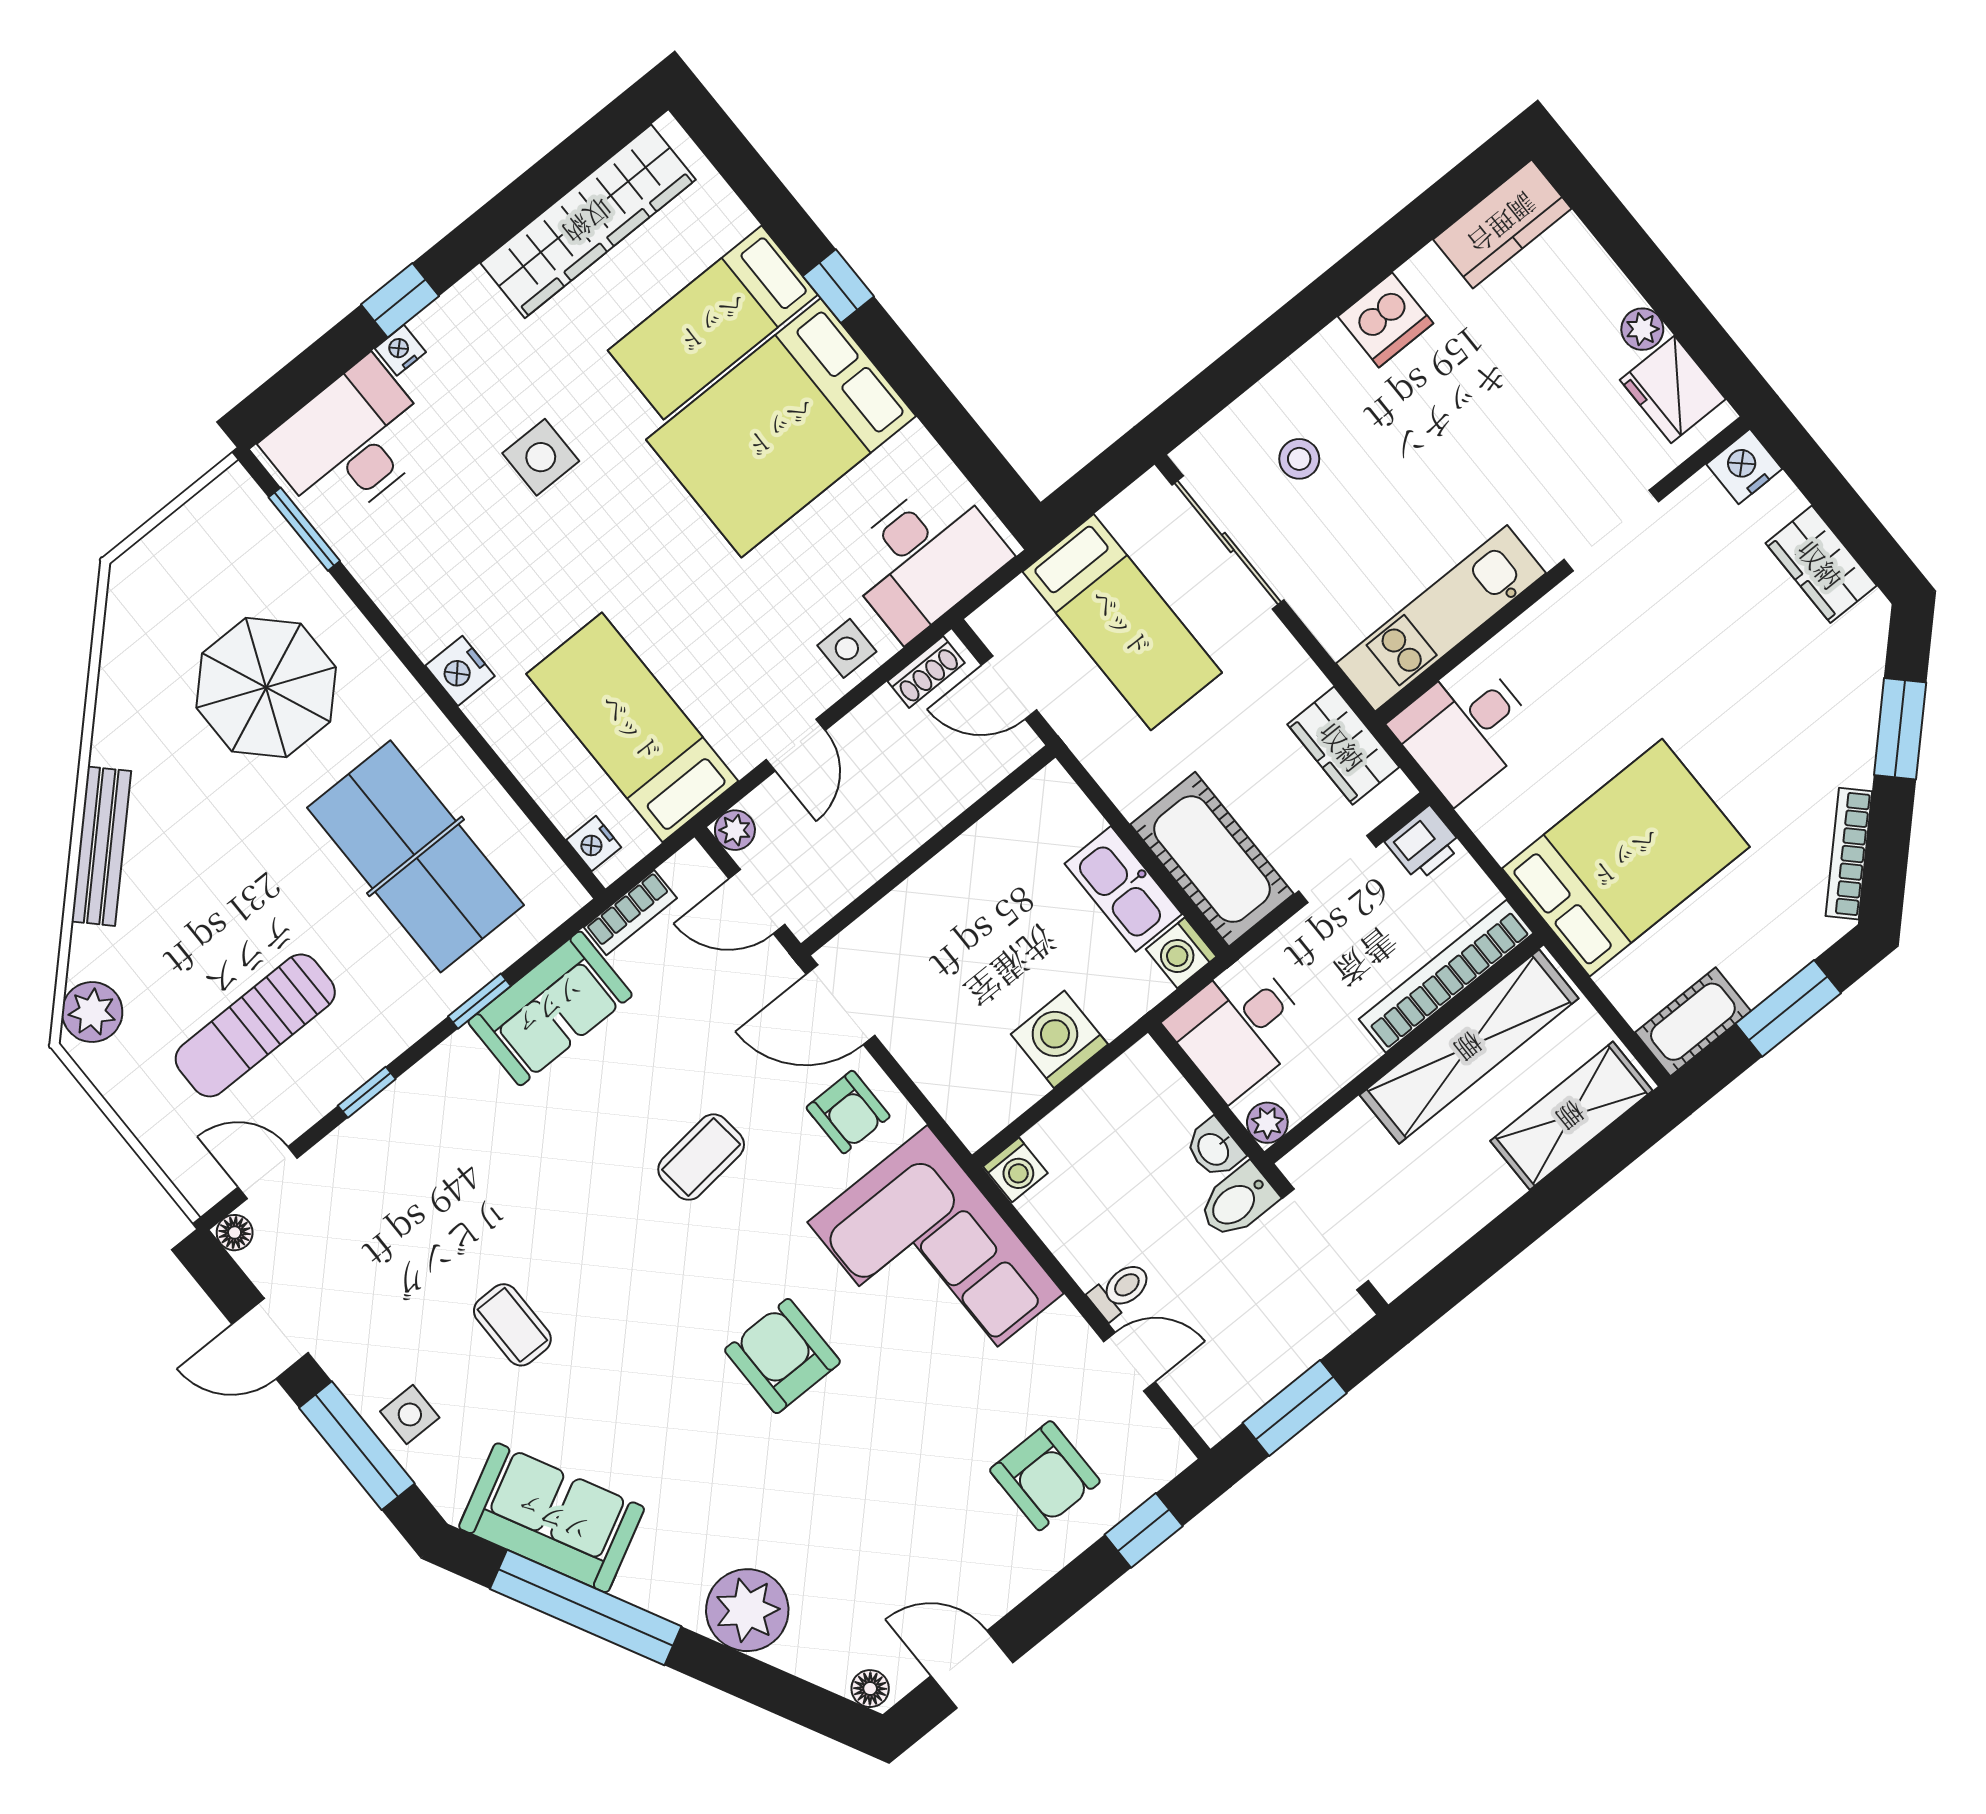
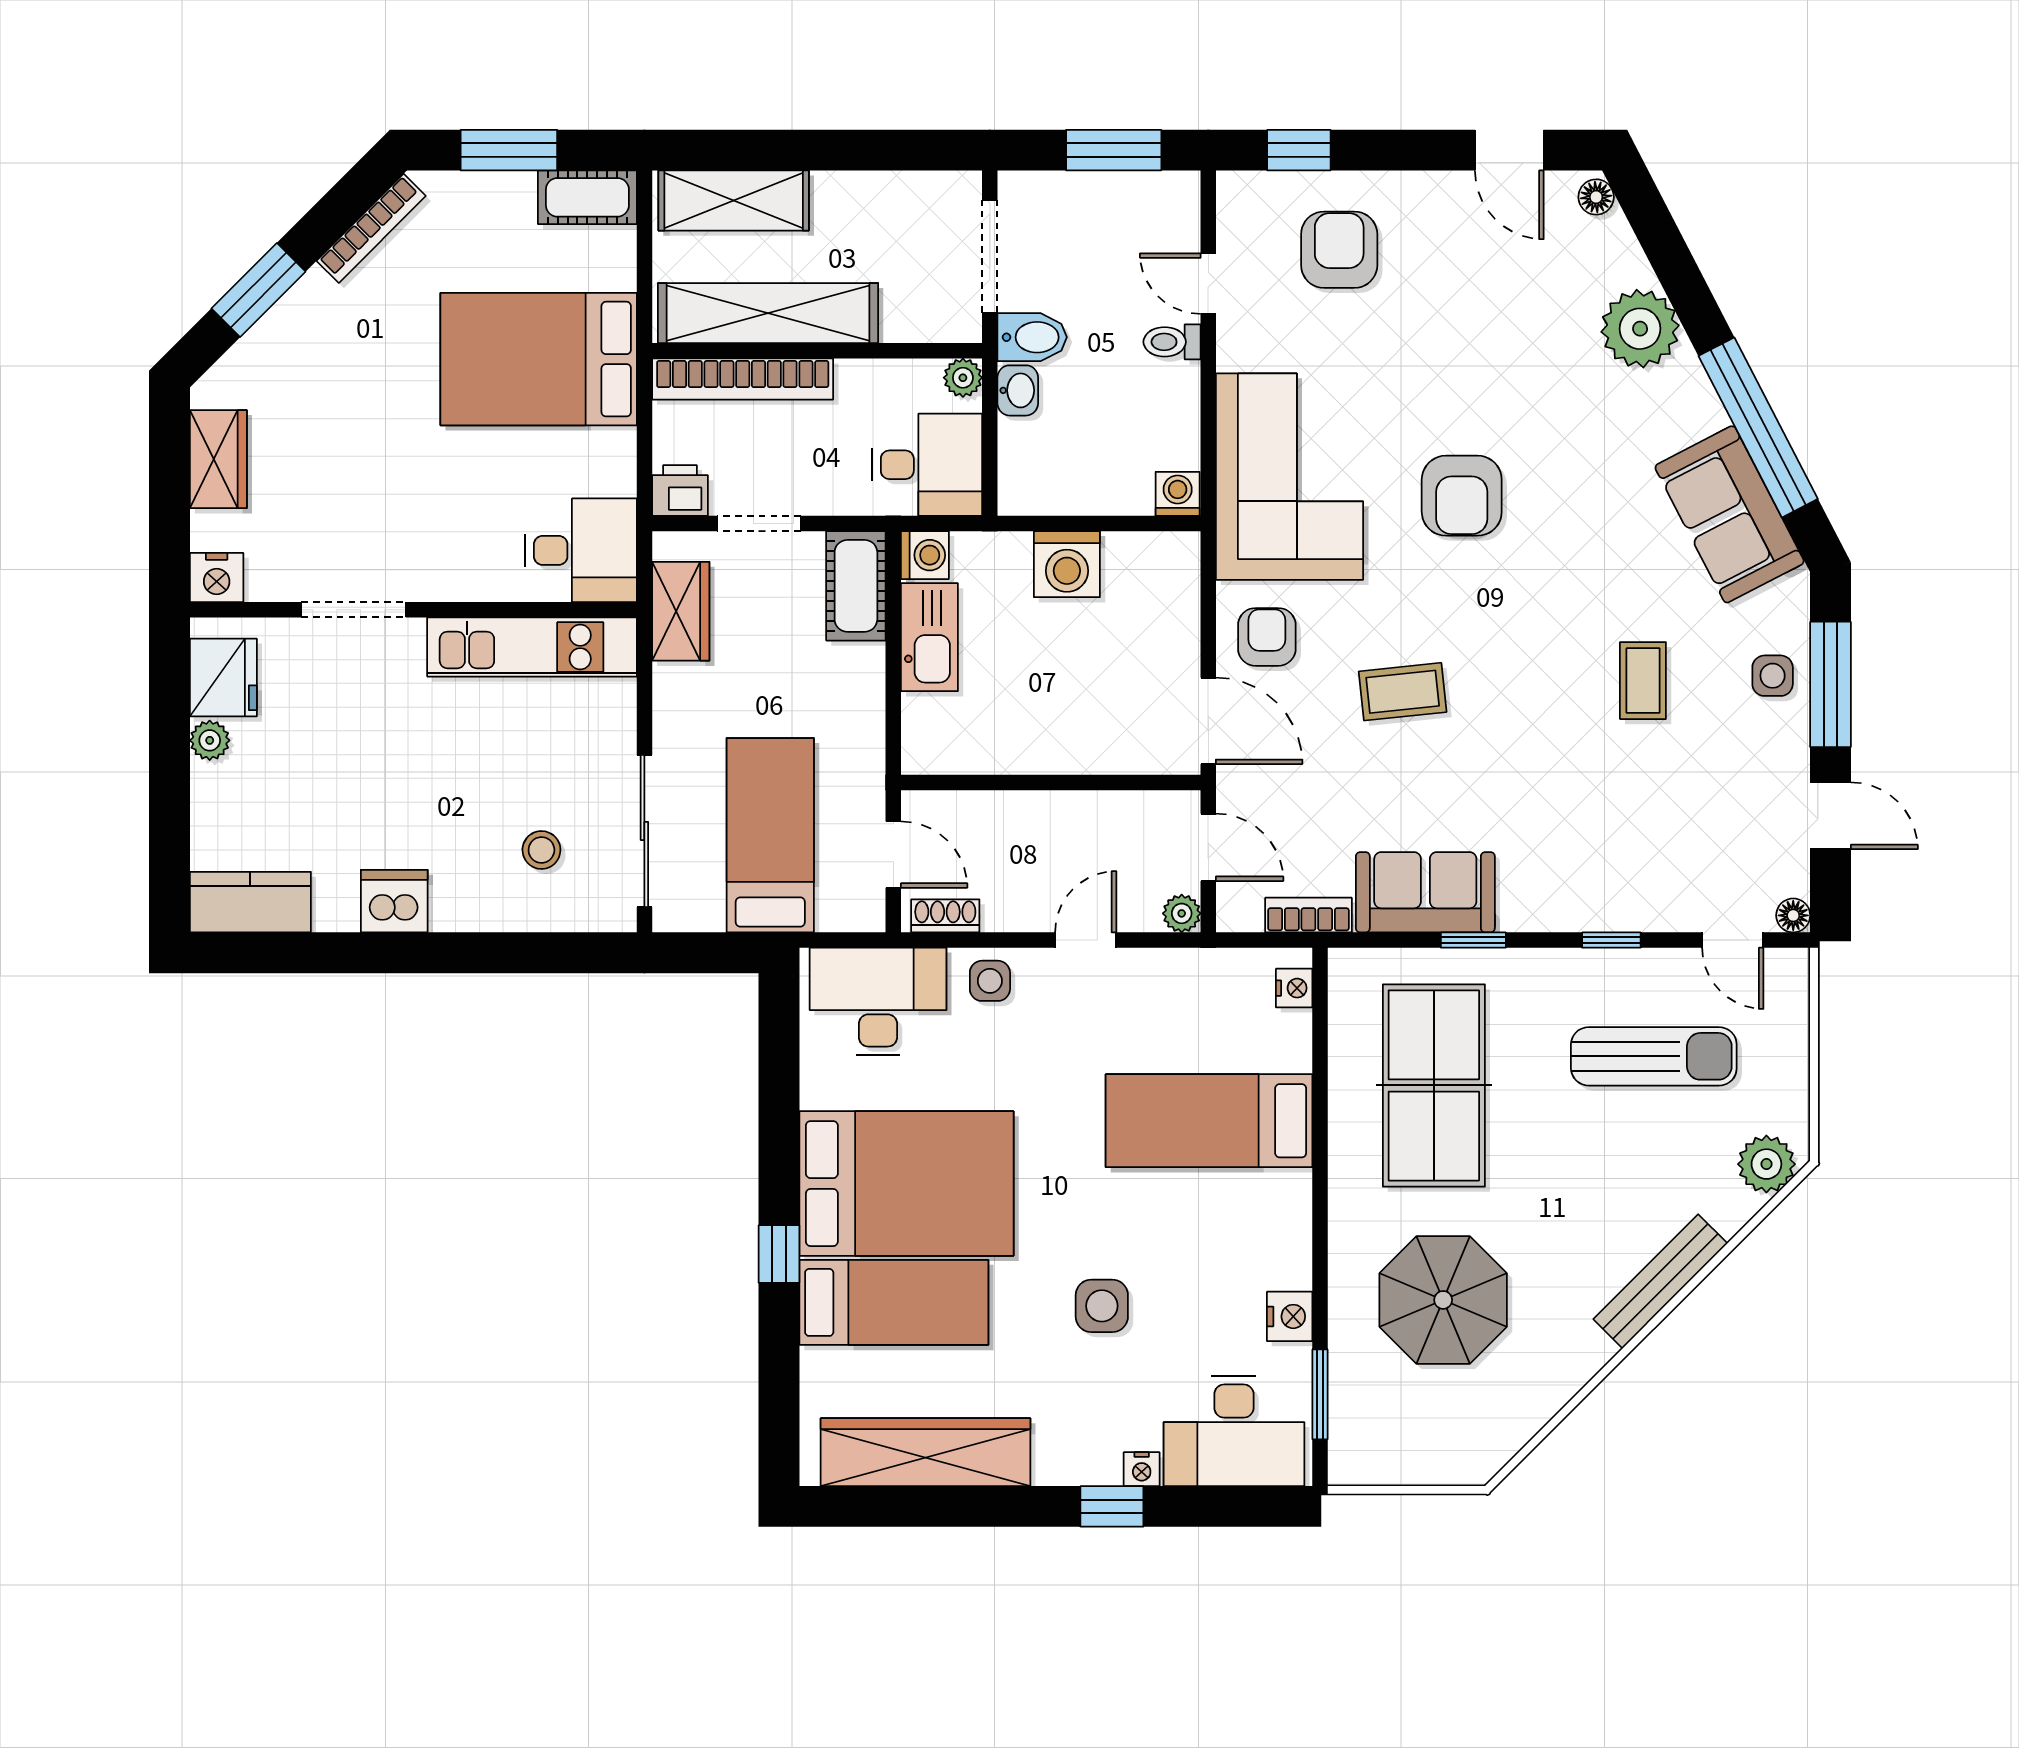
nightstand: (460, 671) -> (1290, 1316), moved
bed: (632, 727) -> (1209, 1121), moved, turned 90
cot: (1212, 859) -> (856, 586), width x0.73, depth x0.75

